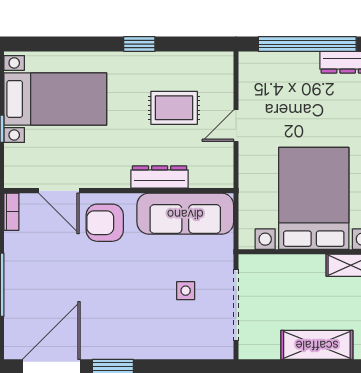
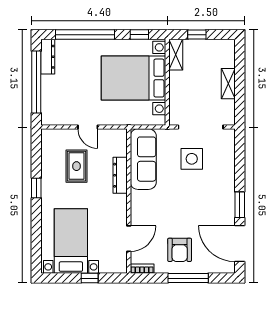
armchair: (105, 223) -> (180, 250), moved
side table: (186, 291) -> (192, 159), width x1.87, depth x1.87
shelving: (317, 345) -> (228, 84), width x0.67, depth x0.75

